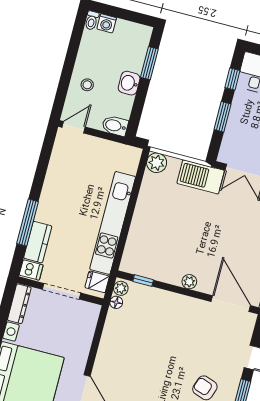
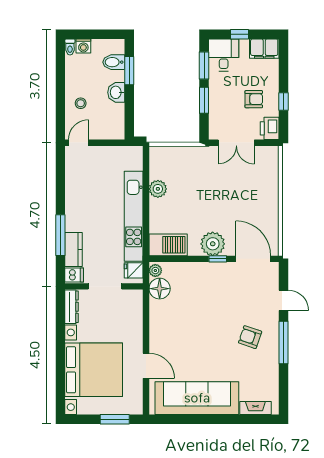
window: (232, 79) -> (204, 66), width x1.50
bidet: (115, 126) -> (114, 62), moved
plant: (157, 163) -> (158, 189), moved
barbecue: (201, 177) -> (168, 245), moved, turned 180
window: (143, 281) -> (218, 259), moved
plant: (189, 282) -> (213, 244), width x1.88, depth x1.88
floor lamp: (116, 302) -> (160, 289), width x1.89, depth x1.89

